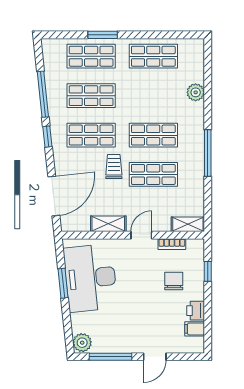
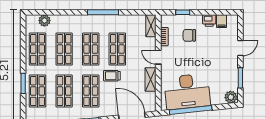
plant: (196, 92) -> (44, 21), moved
shop shelf: (153, 96) -> (64, 49), added
window: (63, 283) -> (191, 110), width x2.11
window: (111, 357) -> (240, 78), width x0.69
door: (155, 357) -> (240, 48), hinge flipped

